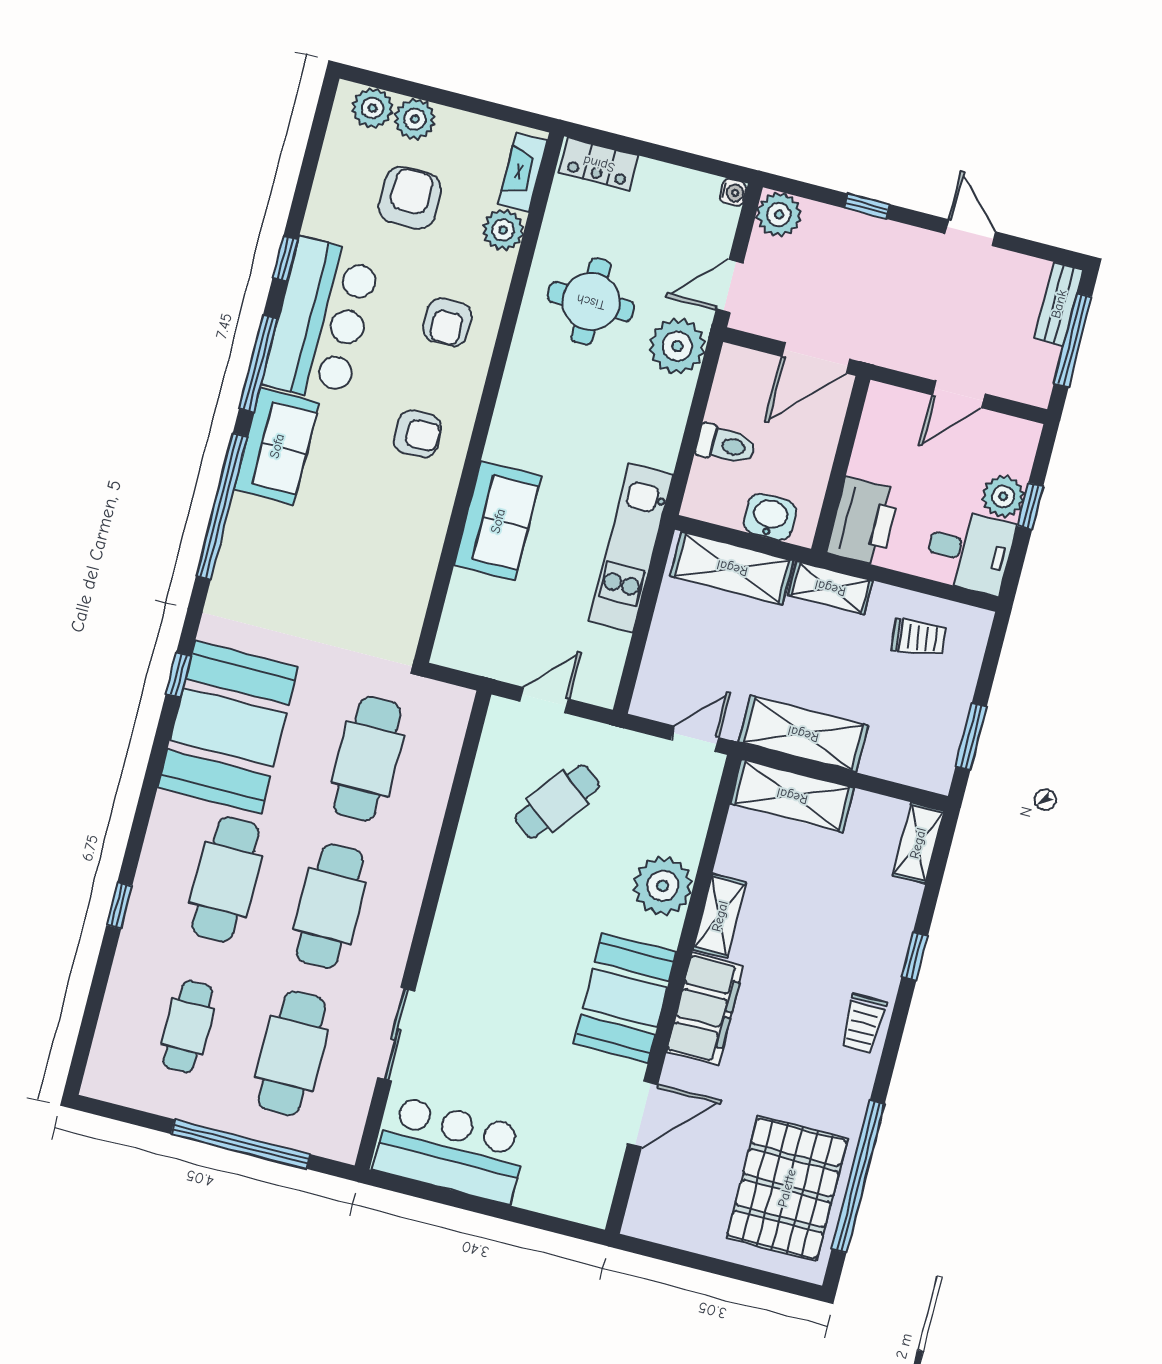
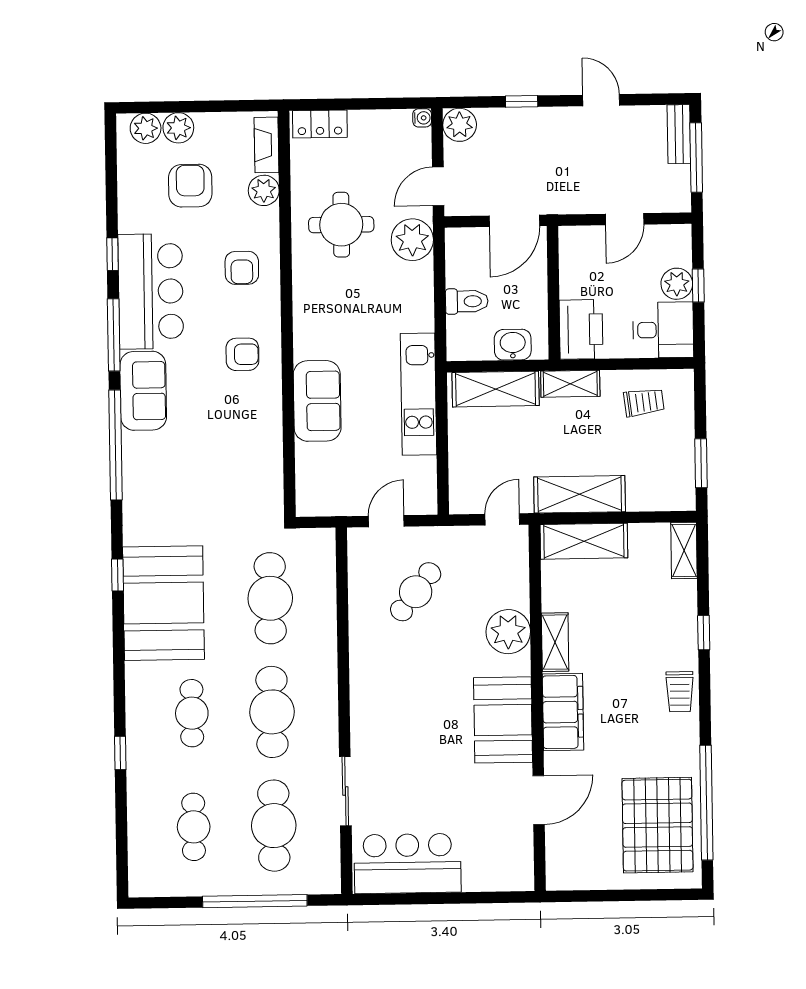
cafe table: (226, 879) -> (192, 713), width x0.73, depth x0.74

